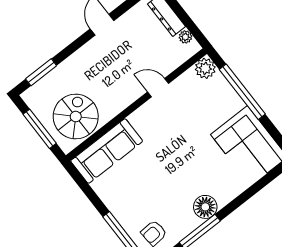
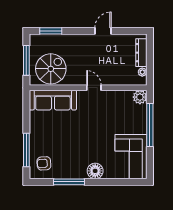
door: (158, 88) -> (94, 88), moved
floor lamp: (205, 207) -> (95, 171), moved

